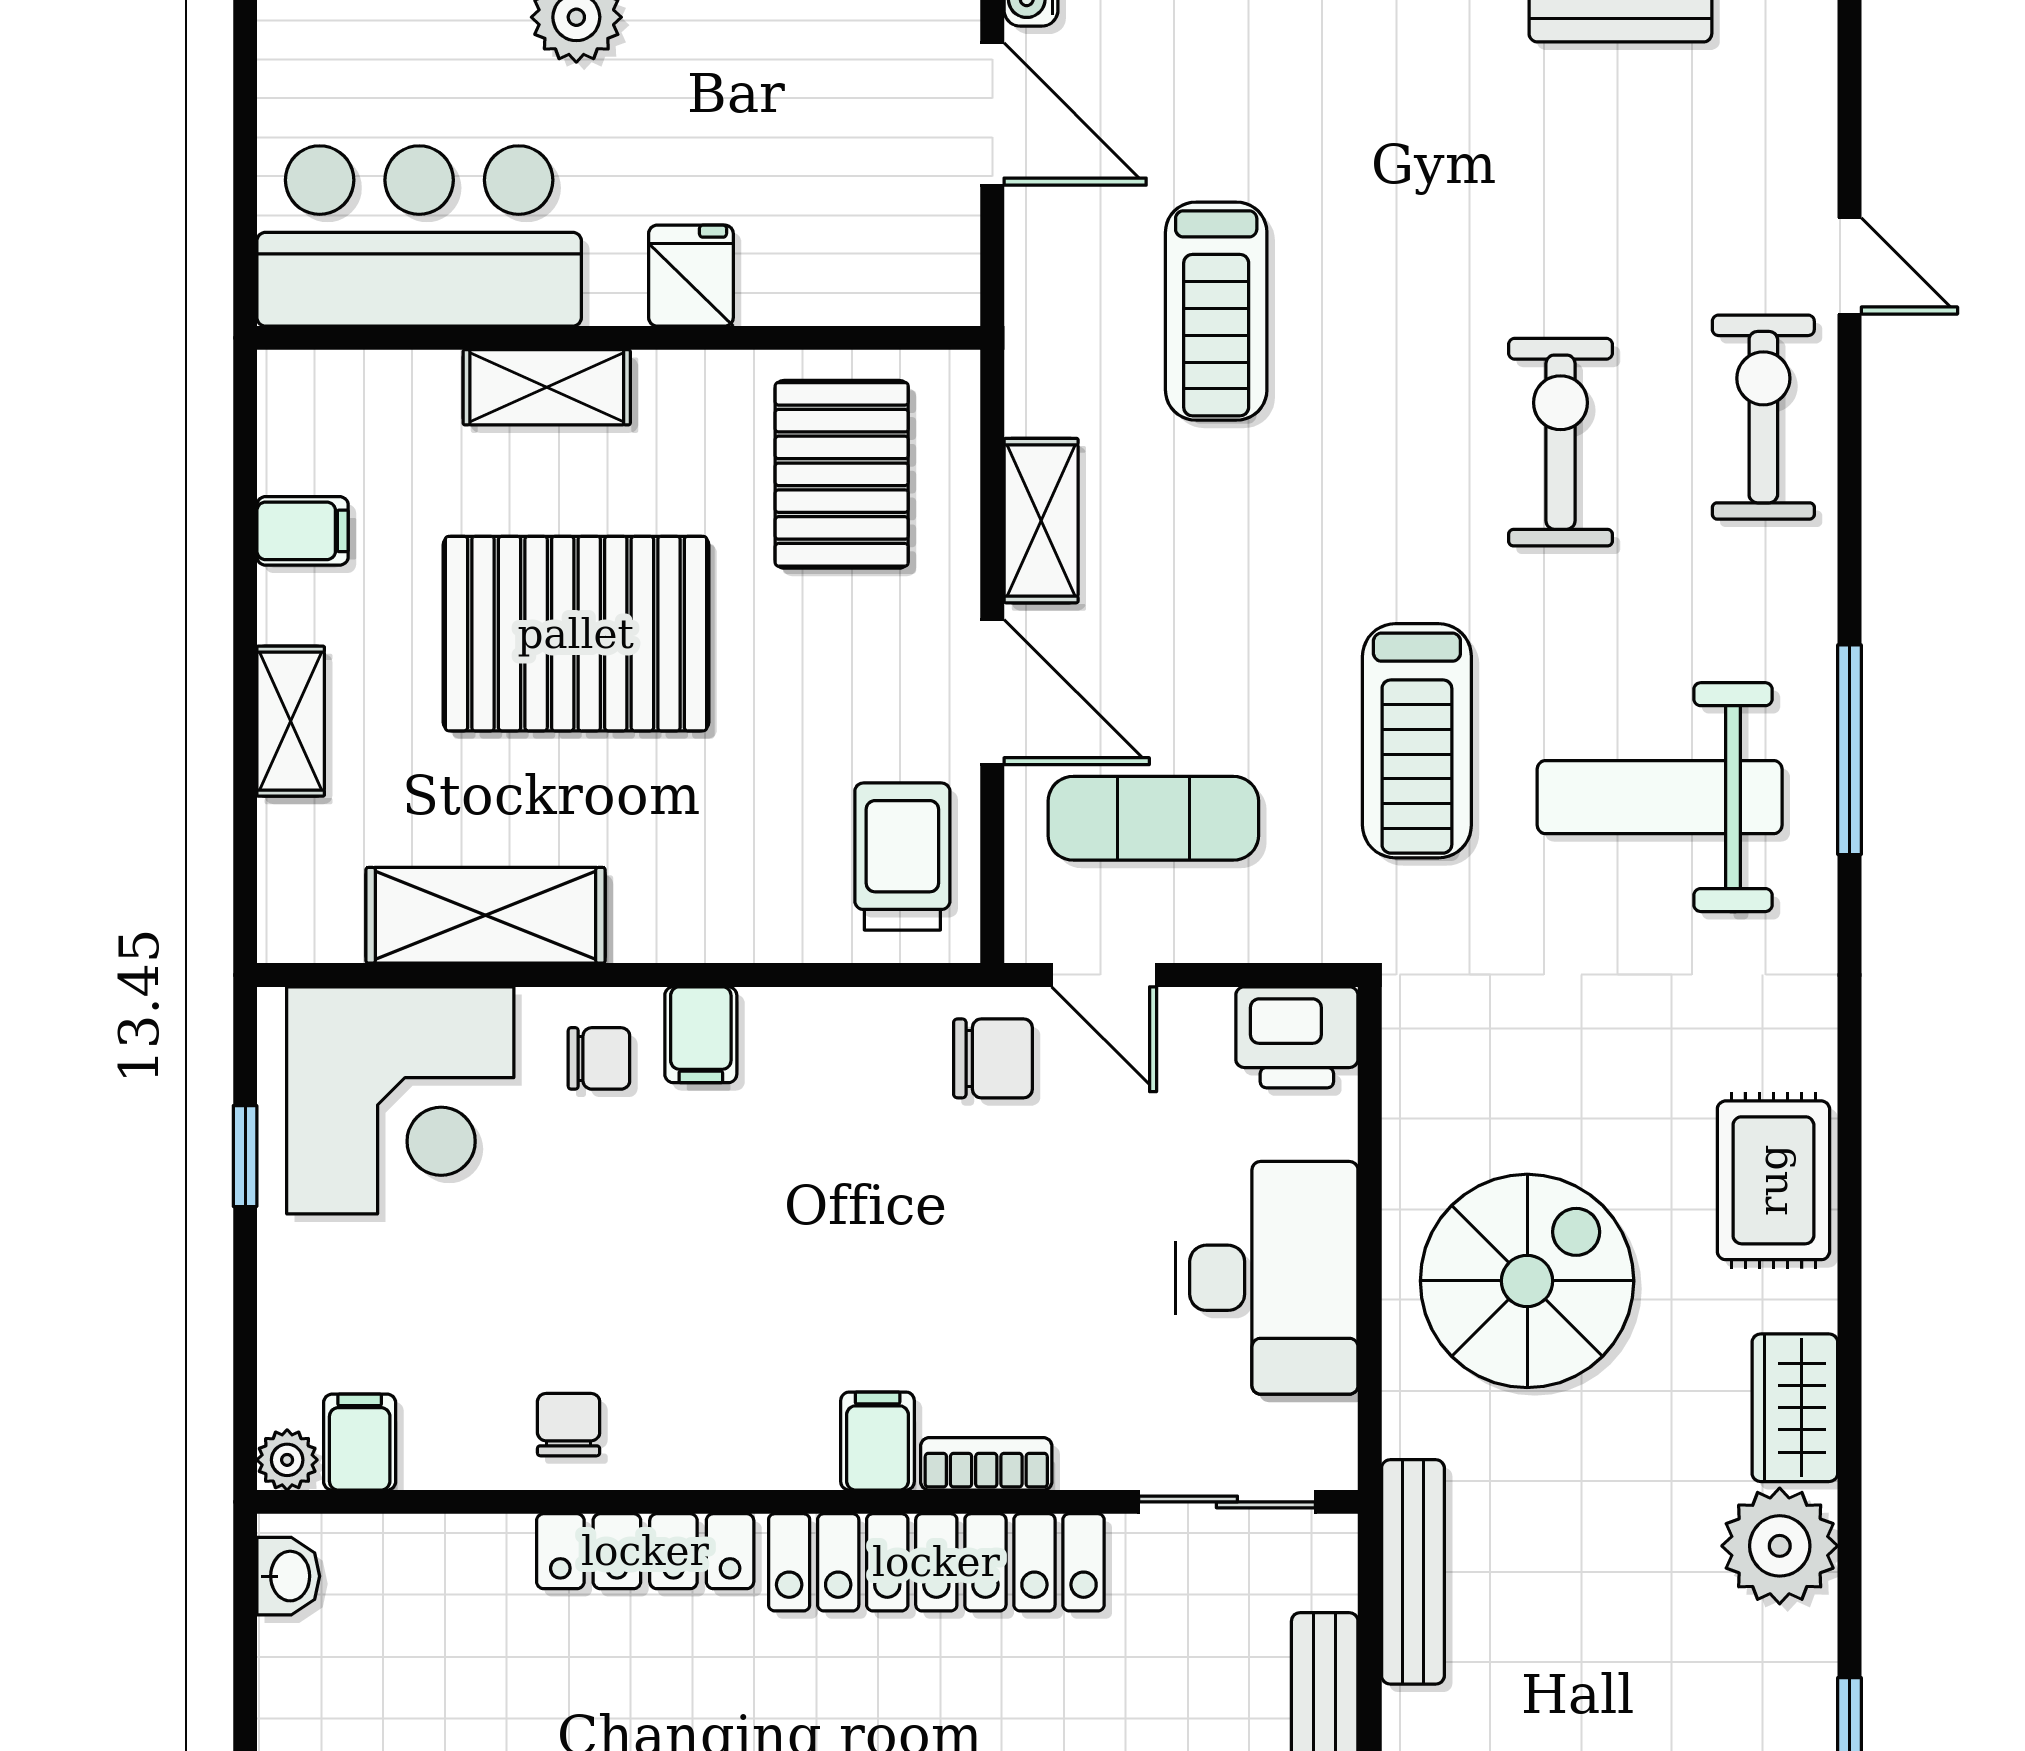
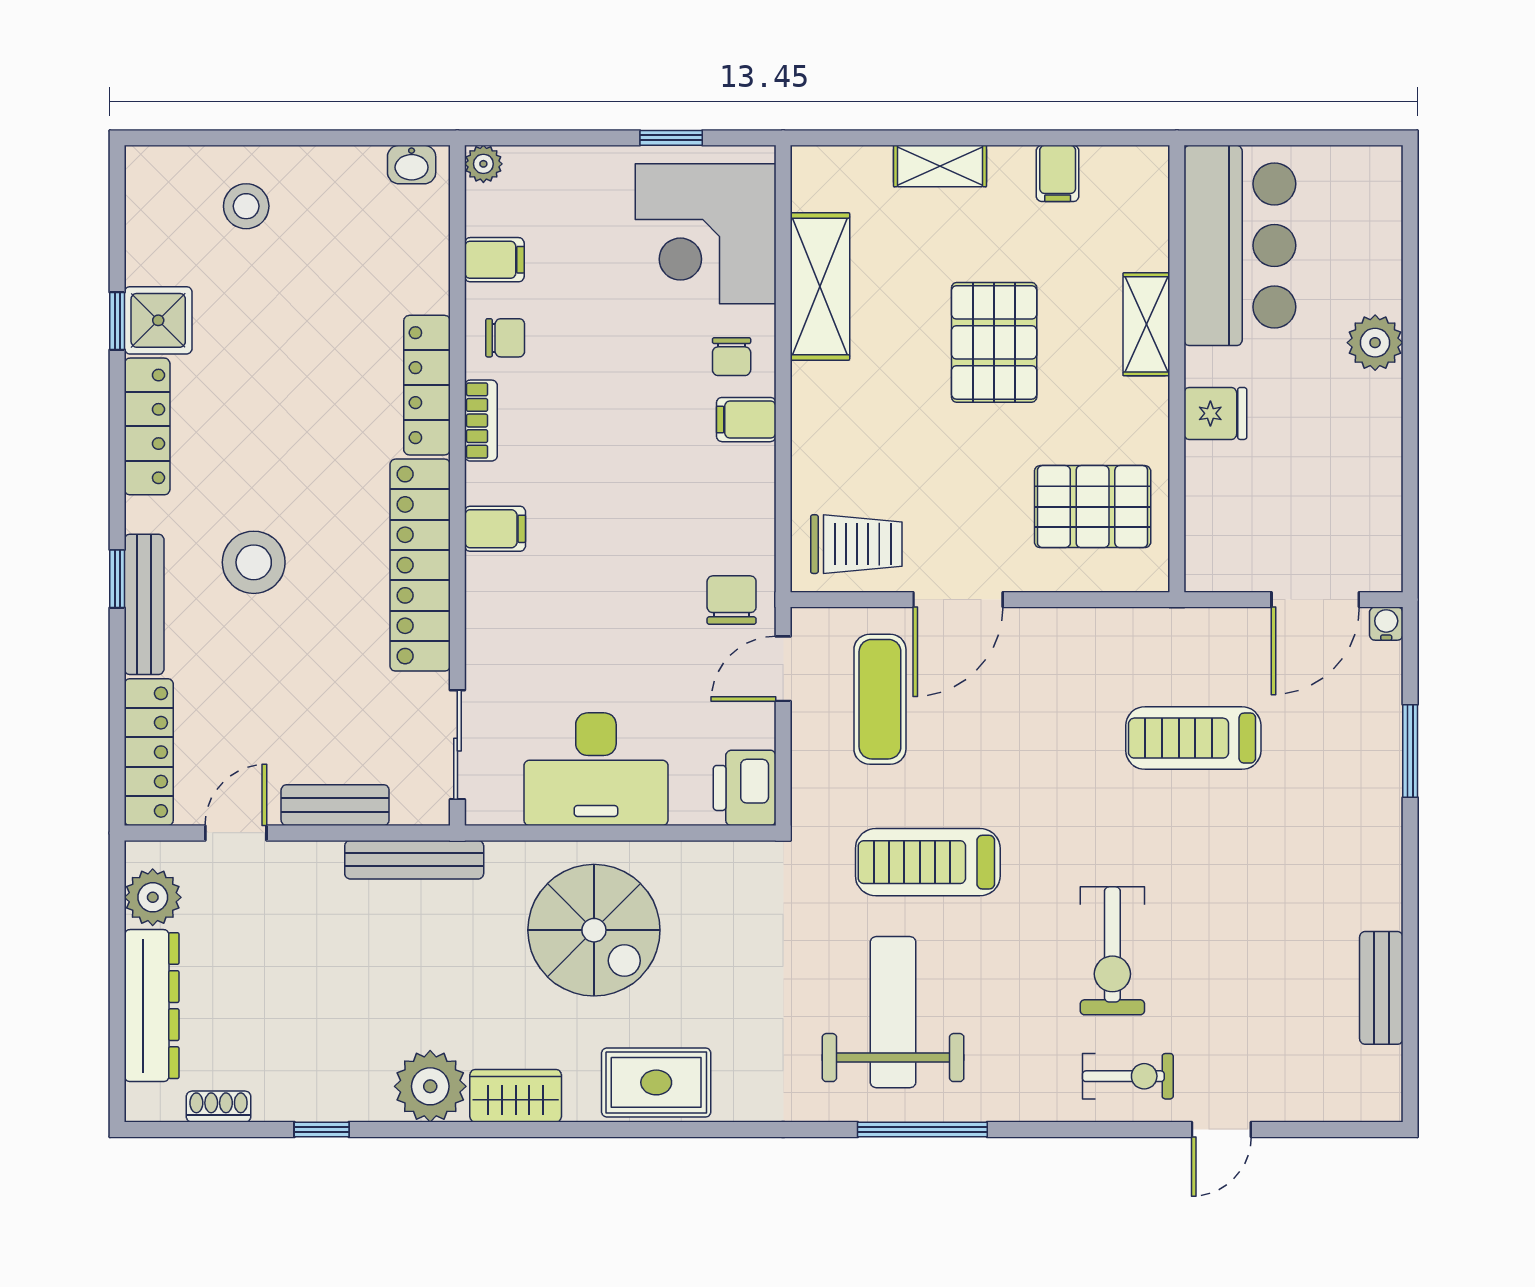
exercise bike: (1763, 417) -> (1128, 1076), width x0.73, depth x0.72
exercise bike: (1560, 442) -> (1112, 951), turned 90
shelving: (1041, 521) -> (1064, 630), removed
pallet: (576, 634) -> (994, 342), width x0.73, depth x0.71
chair: (993, 1058) -> (732, 600), turned 180
filing cabinet: (360, 1442) -> (494, 260), moved
bookcase: (986, 1464) -> (481, 421), moved

